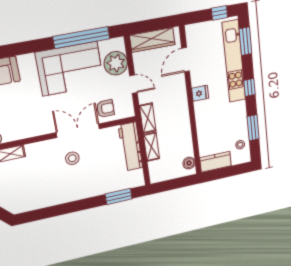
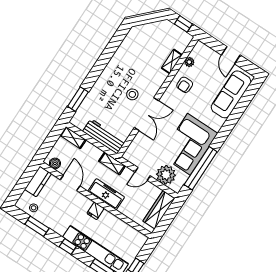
door: (186, 60) -> (70, 183), moved
freezer: (178, 98) -> (106, 194), added
armchair: (105, 109) -> (185, 85), moved
shelving: (151, 147) -> (73, 138), moved

